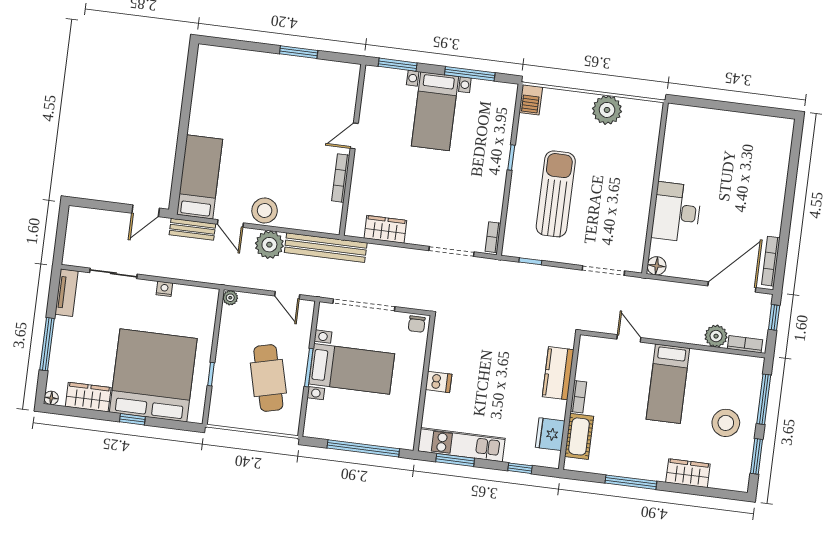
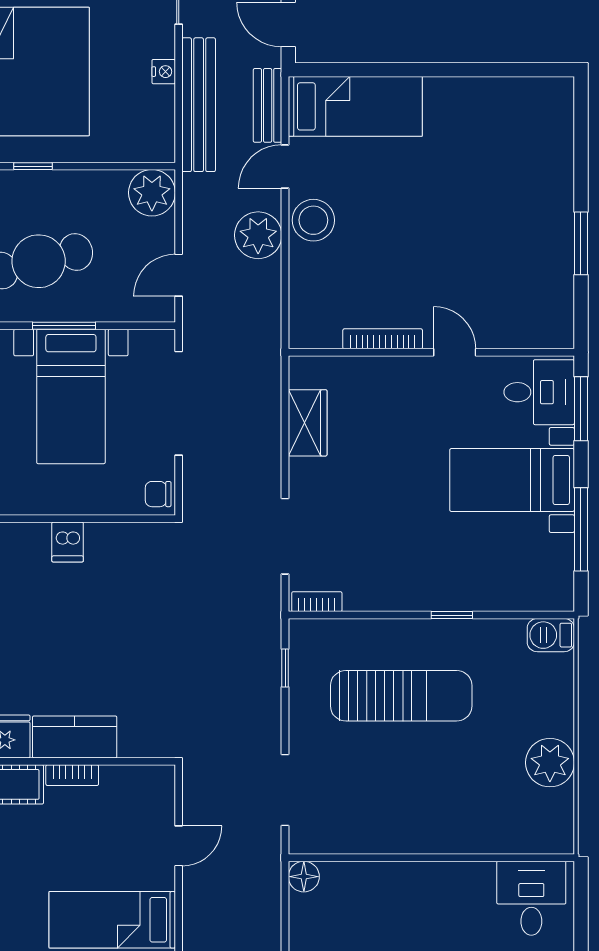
desk: (385, 88) -> (539, 392), added
desk: (677, 212) -> (531, 898), moved, width x0.73
bench: (326, 248) -> (199, 105), moved
plant: (230, 298) -> (152, 193), width x1.88, depth x1.88
kitchen counter: (558, 373) -> (75, 737), moved

